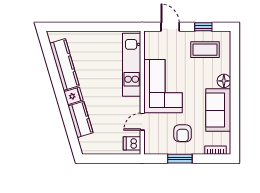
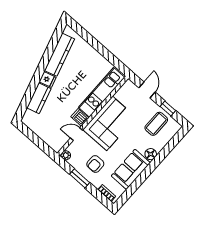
coffee table: (205, 50) -> (156, 124), turned 90
dishwasher: (132, 143) -> (80, 117), moved
plant: (149, 149) -> (66, 155), added

